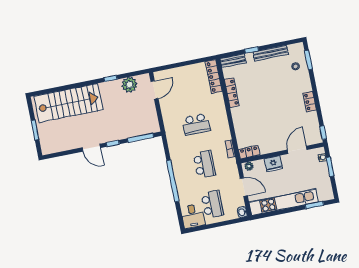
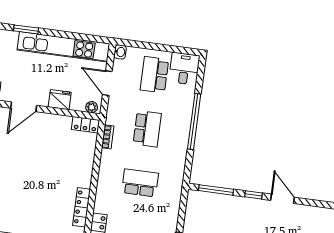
school desk: (204, 164) -> (147, 129), turned 180

